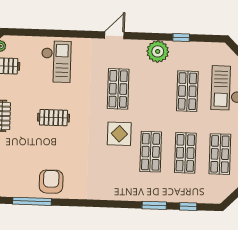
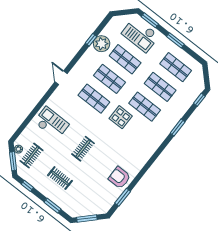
plant: (158, 51) -> (102, 44), moved
shop shelf: (153, 90) -> (110, 79), added
window: (32, 201) -> (123, 197), width x0.69
window: (188, 206) -> (199, 100), moved

